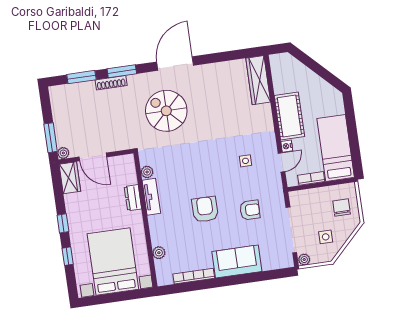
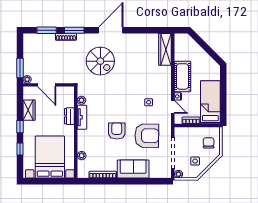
spiral stairs: (166, 111) -> (100, 61), turned 180
door: (282, 162) -> (173, 107), hinge flipped
wardrobe: (70, 178) -> (29, 110), moved
armchair: (250, 210) -> (147, 136), width x1.88, depth x1.88

